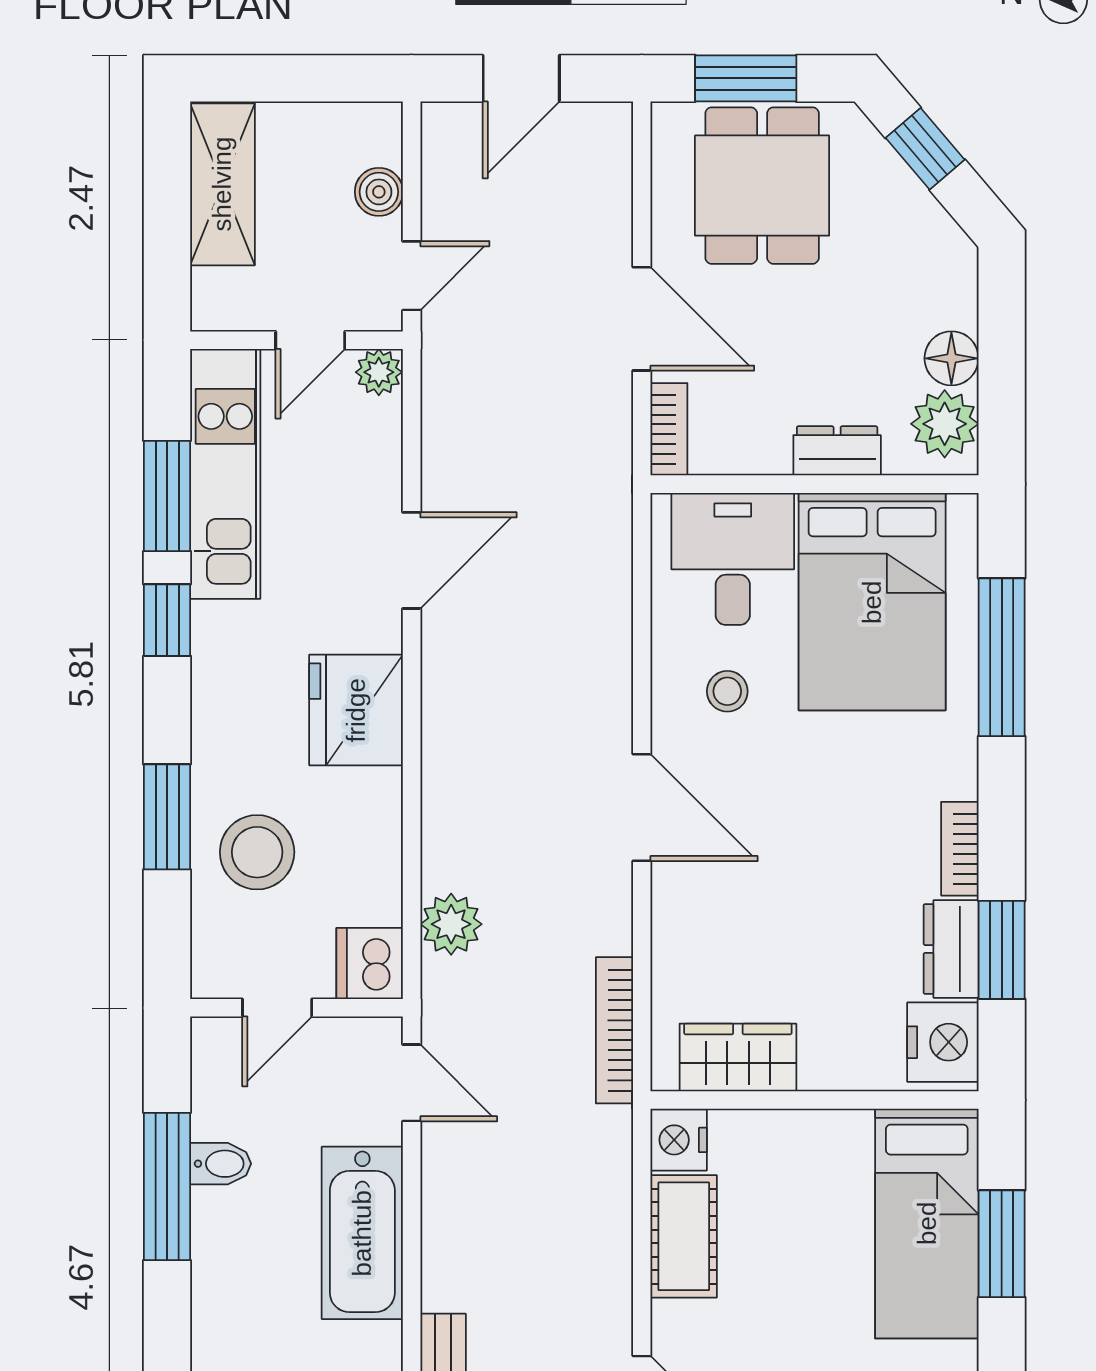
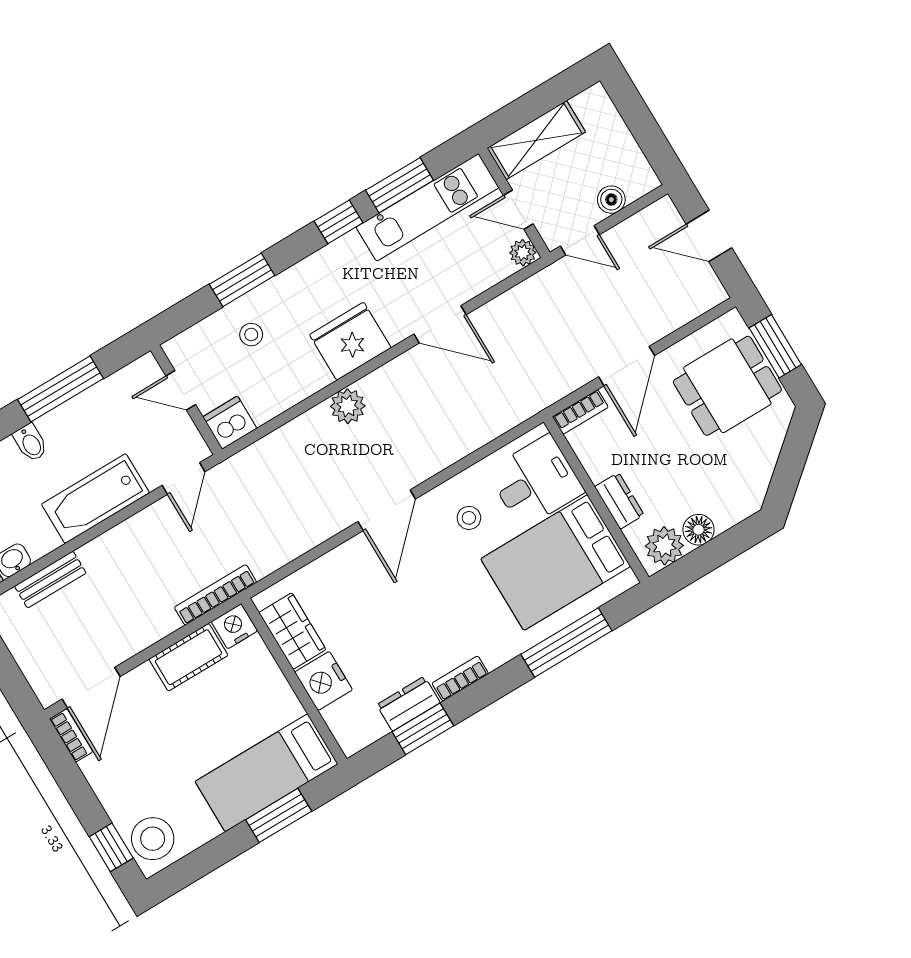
window: (925, 149) -> (794, 455), removed
shelving: (222, 184) -> (536, 140), moved
stool: (257, 852) -> (251, 335), width x0.53, depth x0.53
plant: (451, 924) -> (348, 406), moved
bookcase: (614, 1030) -> (215, 595), moved
nightstand: (943, 1042) -> (323, 681), moved, turned 90
bidet: (221, 1164) -> (30, 443), moved

